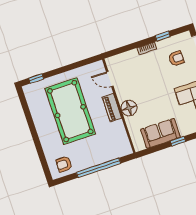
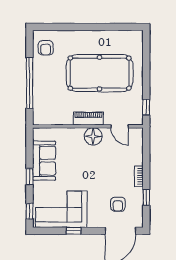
window: (36, 78) -> (146, 107), moved
door: (110, 79) -> (120, 126), swing flipped
floor lamp: (129, 108) -> (93, 136), moved
armchair: (64, 164) -> (46, 48), turned 180

